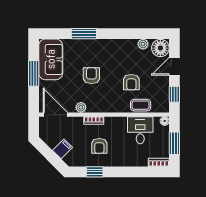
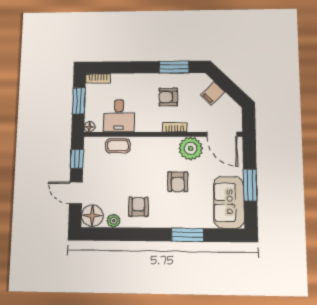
door: (174, 66) -> (76, 193), swing flipped
armchair: (131, 82) -> (138, 207), moved
plant: (81, 107) -> (191, 148), width x1.88, depth x1.88
armchair: (99, 146) -> (168, 97), turned -90
window: (95, 172) -> (174, 67), width x1.50

